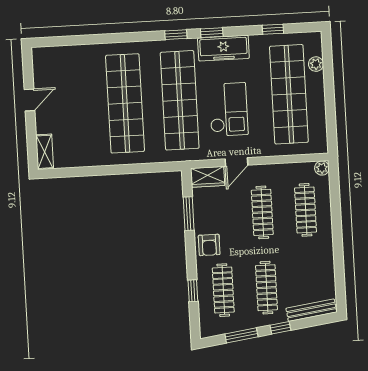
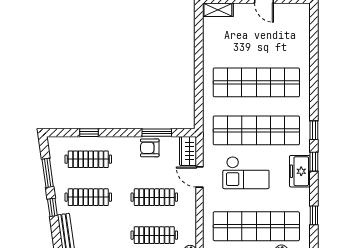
freezer: (223, 48) -> (300, 171), width x0.71
armchair: (209, 245) -> (150, 148), moved

